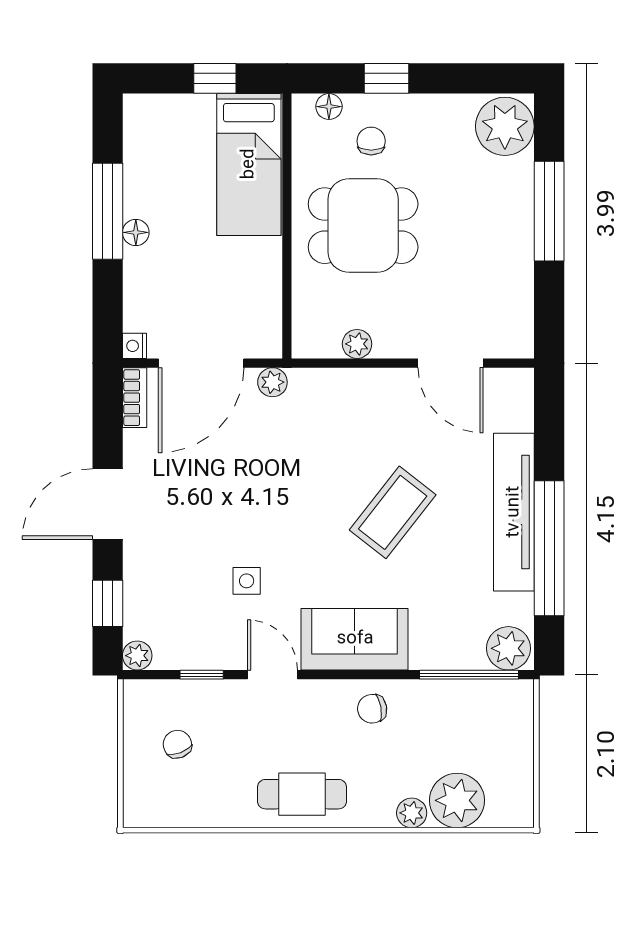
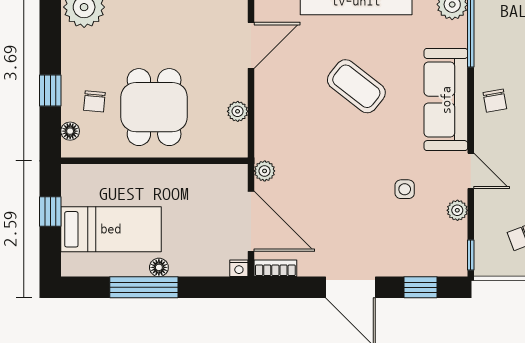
chair: (371, 141) -> (94, 101), turned -85
bed: (249, 164) -> (111, 229), moved
sofa: (355, 639) -> (446, 100), width x1.36
plant: (137, 656) -> (457, 210), moved
window: (202, 675) -> (471, 255), moved
door: (272, 675) -> (471, 171), swing flipped

